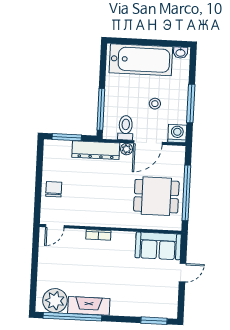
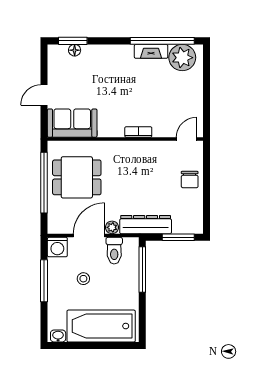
fireplace: (89, 306) -> (151, 51), width x0.73, depth x0.76
floor lamp: (153, 312) -> (75, 50), added

